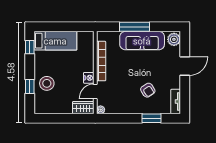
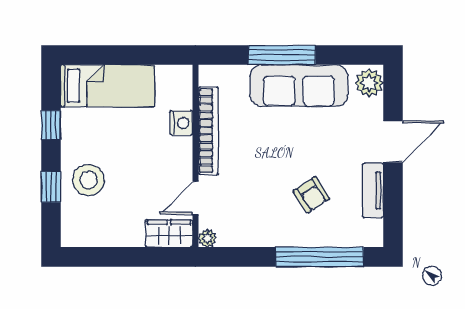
window: (30, 47) -> (51, 125), moved
nightstand: (89, 78) -> (181, 123), moved
tv unit: (176, 101) -> (373, 190), moved
window: (151, 118) -> (320, 257), width x2.11

